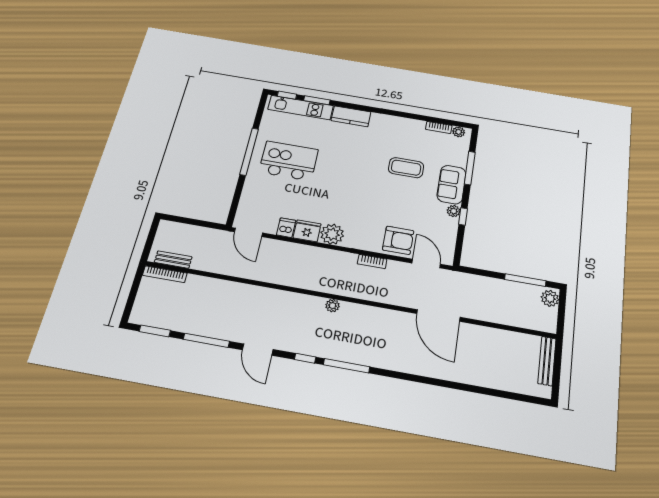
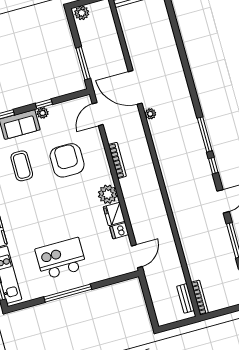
kitchen island: (289, 161) -> (61, 259), turned 90
armchair: (398, 240) -> (67, 160), moved, width x1.36, depth x1.36
bookcase: (372, 261) -> (117, 160), width x1.56
window: (525, 280) -> (83, 63), moved
plant: (332, 306) -> (150, 114), moved
door: (438, 315) -> (135, 87), swing flipped

